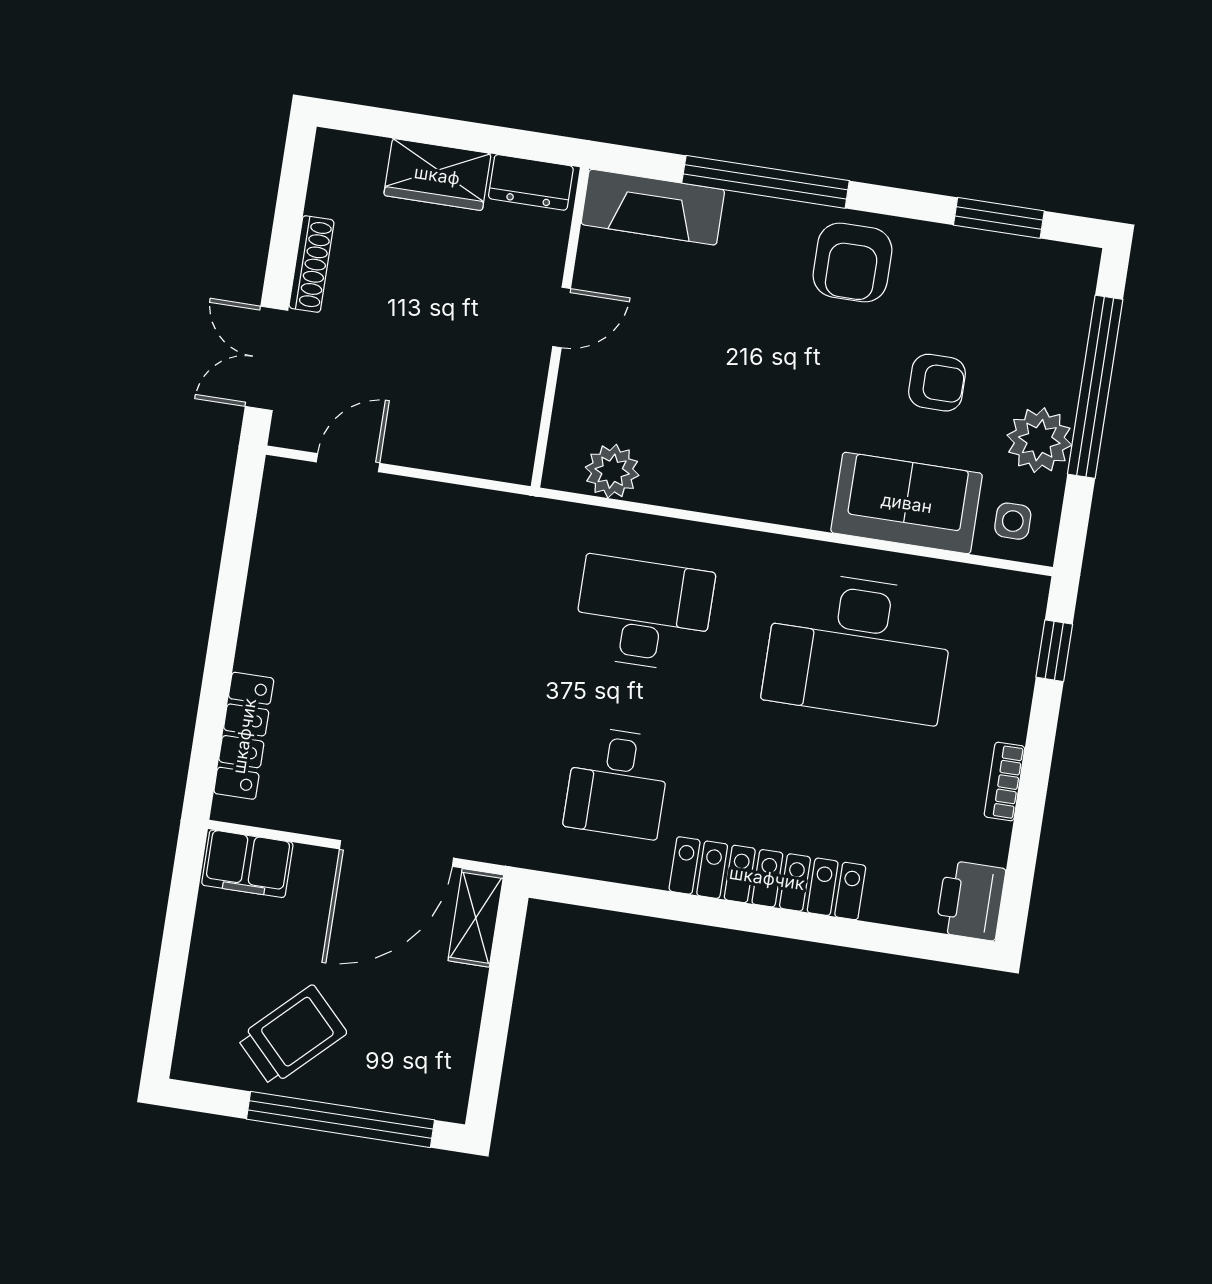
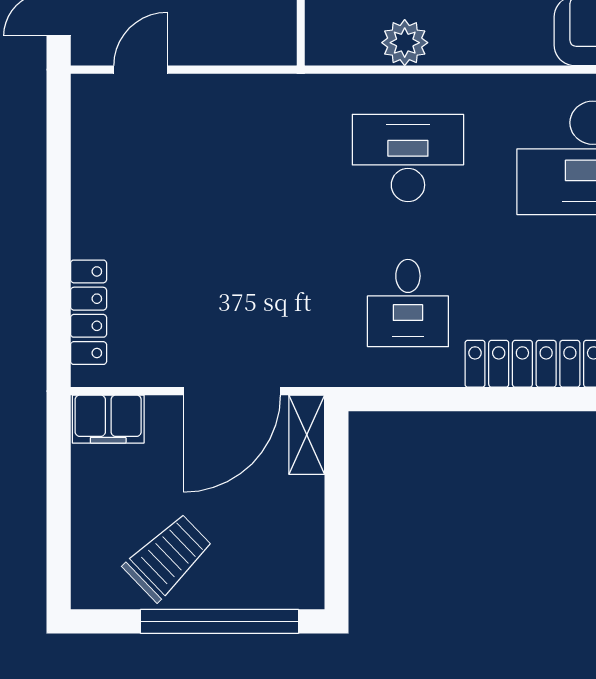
plant: (612, 471) -> (405, 43), moved

